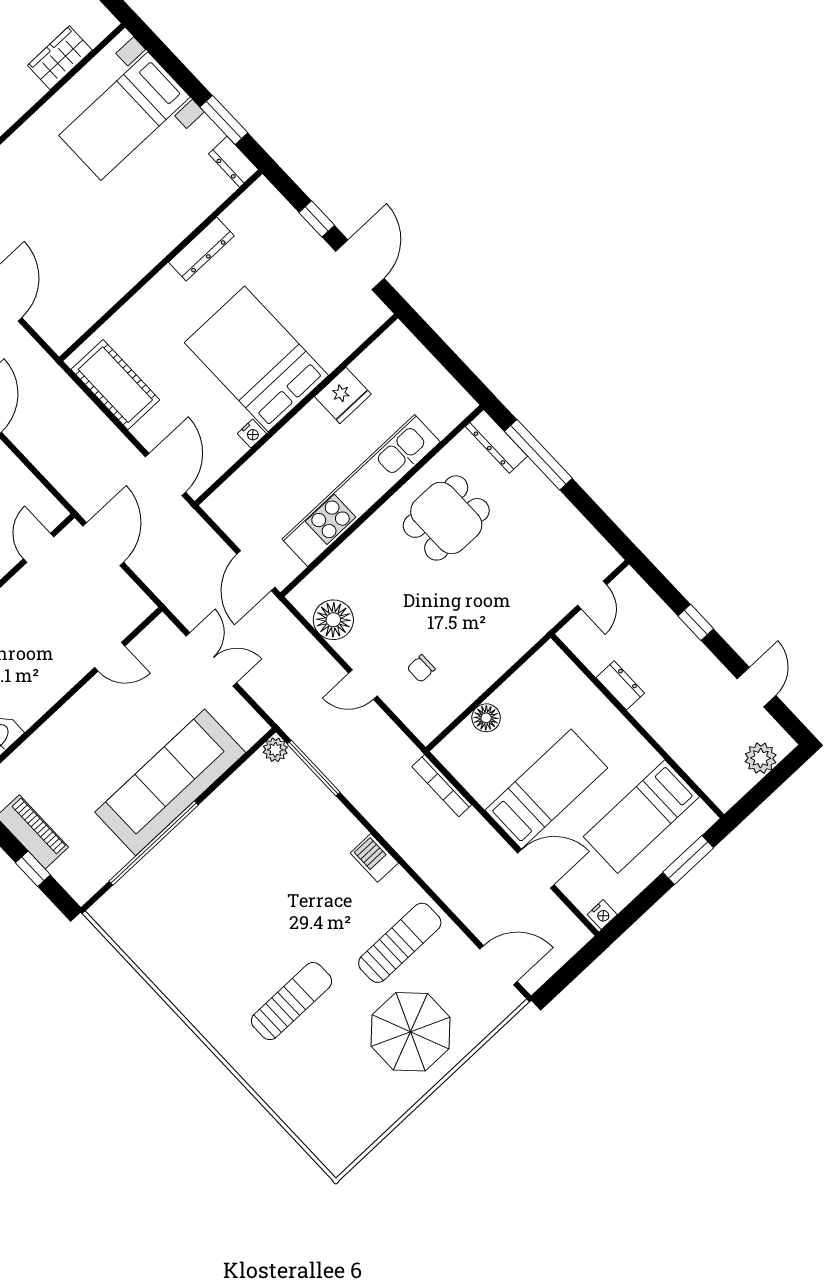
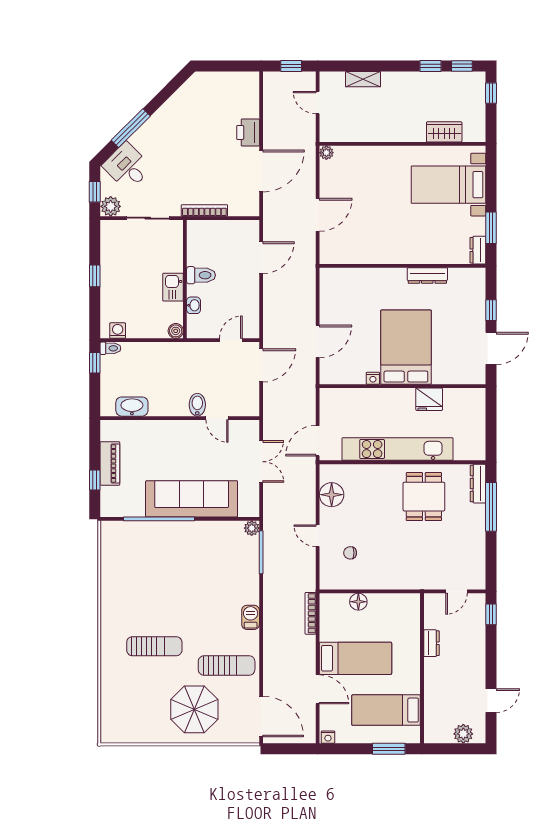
cot: (115, 385) -> (333, 300), removed
door: (166, 474) -> (318, 341), moved
dining table: (446, 518) -> (424, 497), turned 90
window: (696, 622) -> (491, 614), moved
bidet: (71, 663) -> (197, 405), added
door: (499, 965) -> (261, 716), width x1.36

